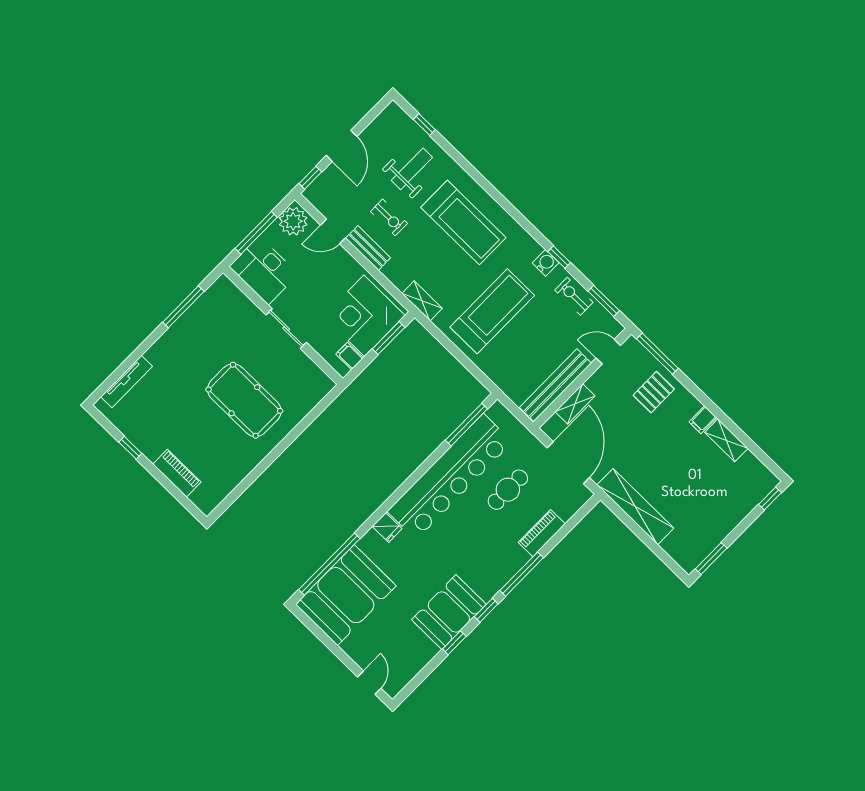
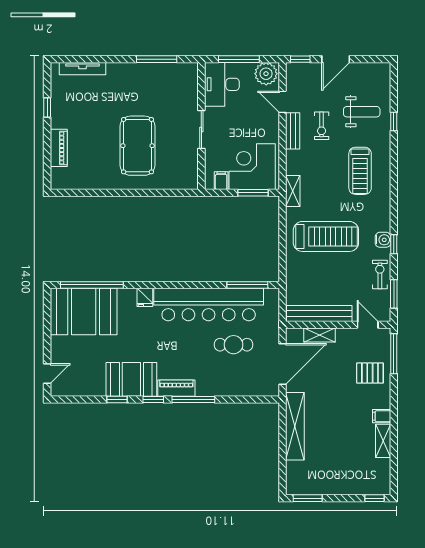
window: (424, 124) -> (394, 122), moved
treadmill: (463, 223) -> (360, 171), width x0.73, depth x0.73
piano: (542, 533) -> (176, 388), moved

